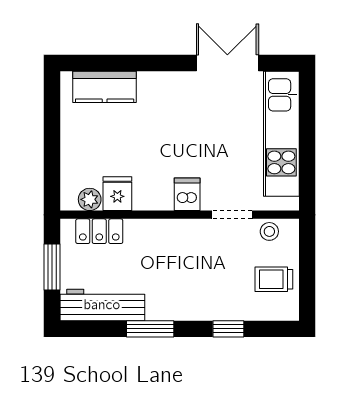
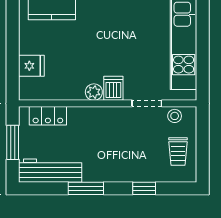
fridge: (117, 194) -> (31, 66), moved, turned 90
plant: (90, 199) -> (94, 92), moved
trolley: (274, 279) -> (178, 152), turned -90

